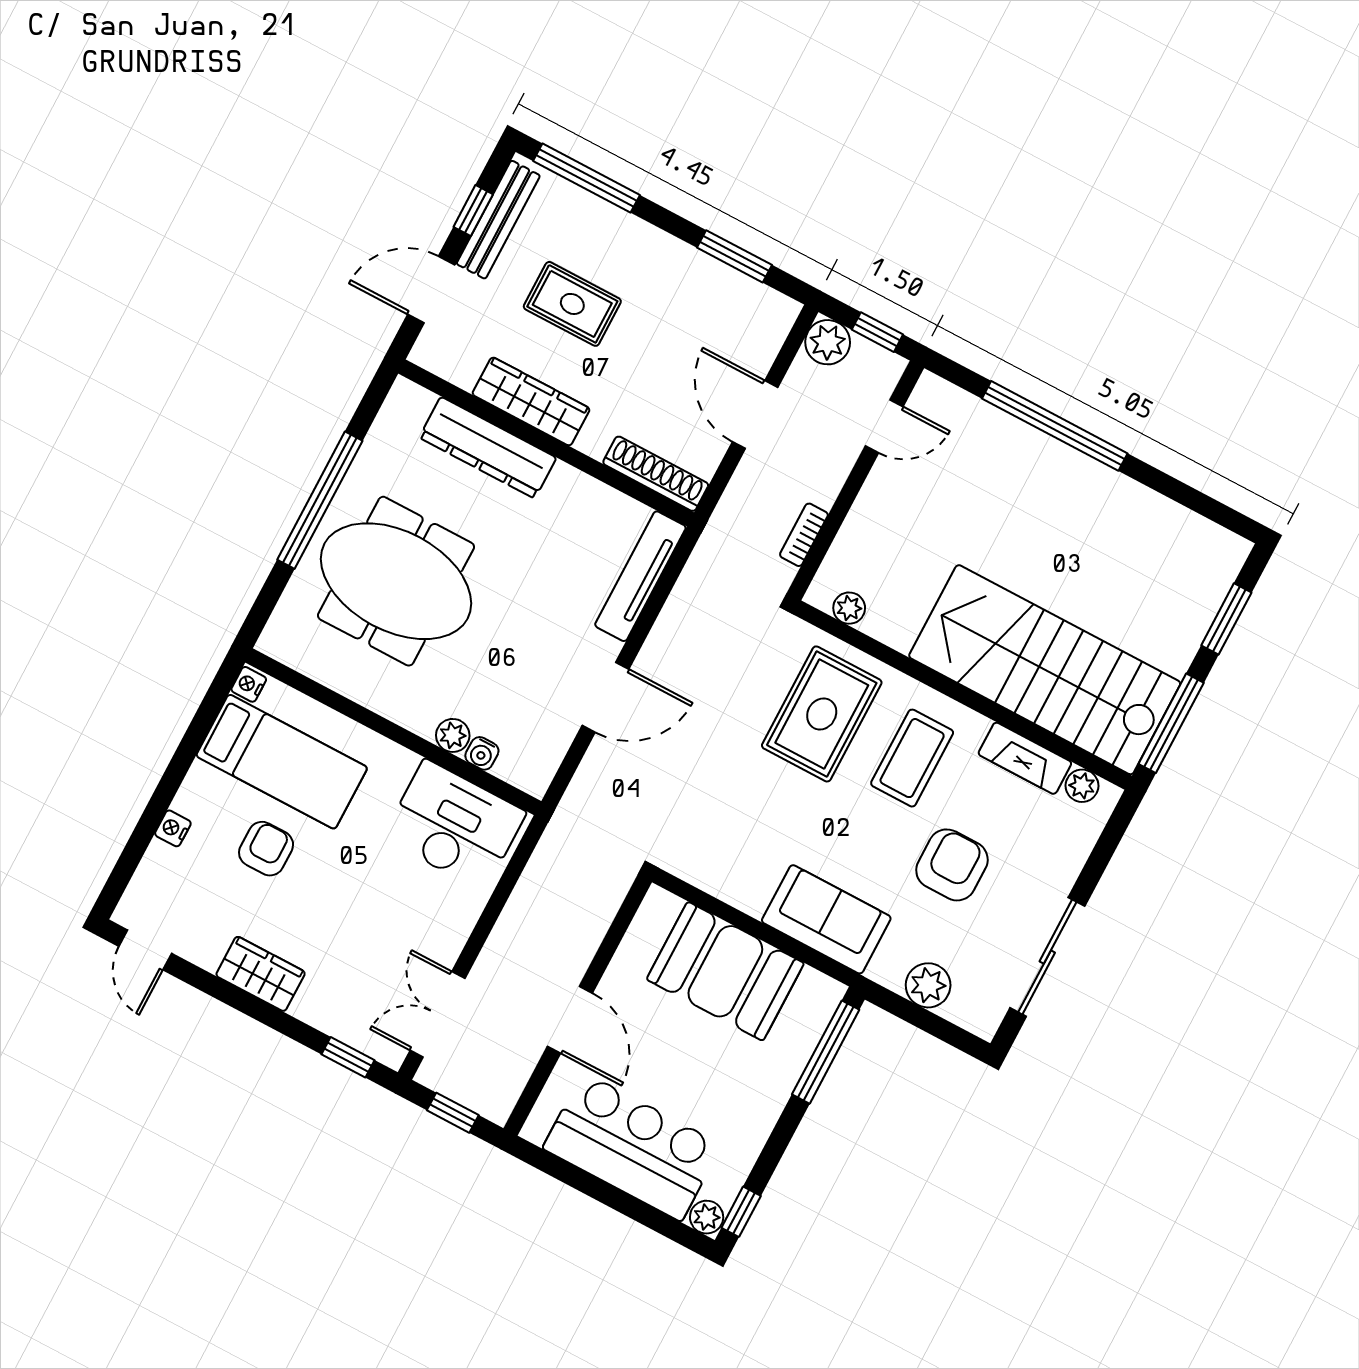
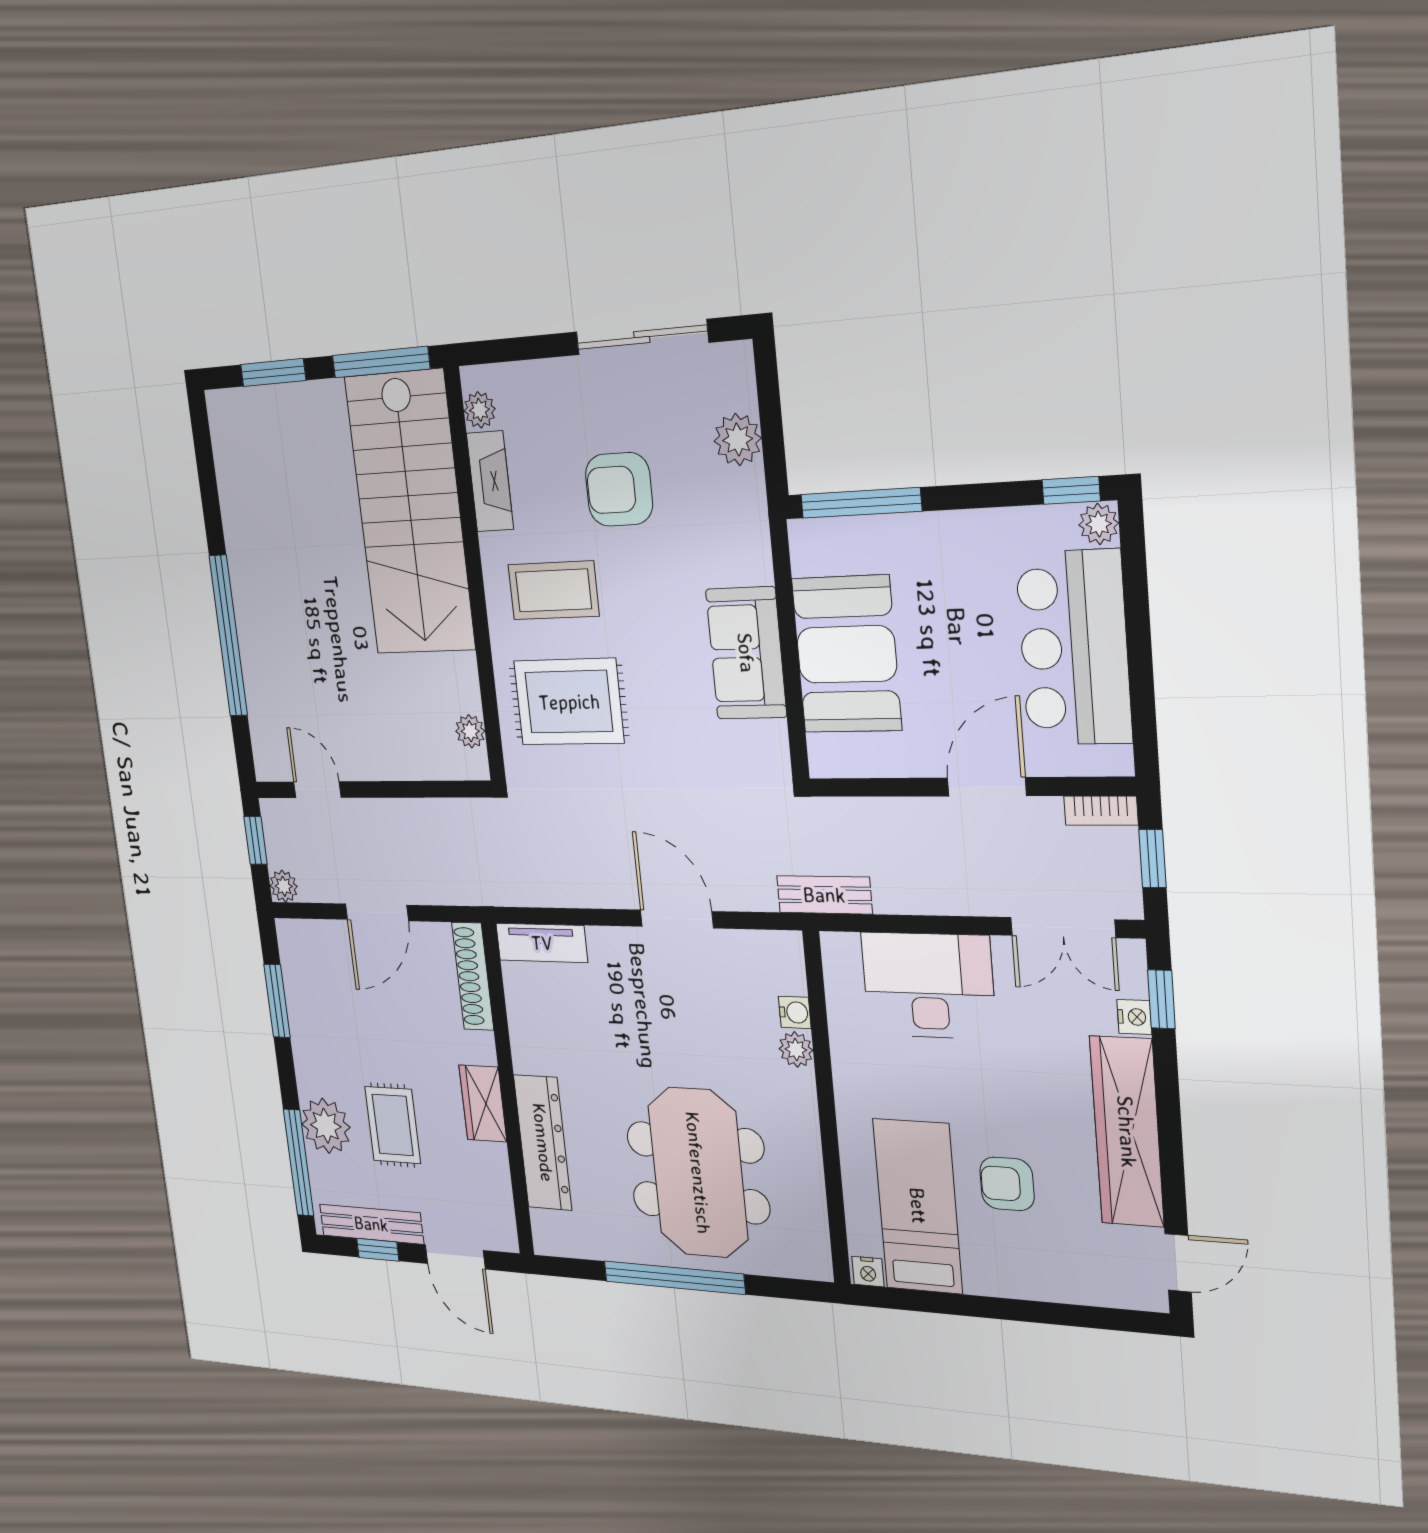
plant: (604, 231) -> (326, 1126), added
plant: (828, 342) -> (284, 886), width x0.73, depth x0.73
wardrobe: (531, 401) -> (483, 1104), width x0.67
bookcase: (804, 535) -> (1101, 811), moved
tv unit: (640, 576) -> (542, 943), width x0.71
desk: (454, 825) -> (928, 985), moved, turned 90
nightstand: (173, 828) -> (1134, 1017), moved, turned -90
bench: (559, 838) -> (824, 895), added
sofa: (826, 919) -> (746, 653), moved
wardrobe: (261, 974) -> (1127, 1132), width x2.10, depth x1.17

